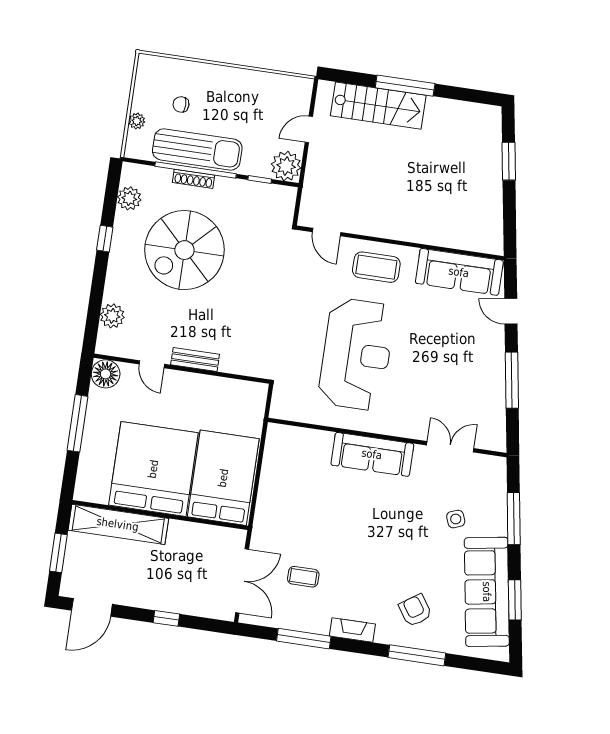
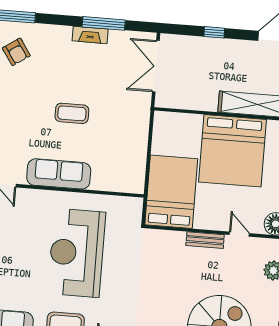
bed: (223, 478) -> (171, 192), moved, turned 180
coffee table: (303, 577) -> (72, 113), moved, width x1.36, depth x1.30
fireplace: (352, 630) -> (90, 35), moved

